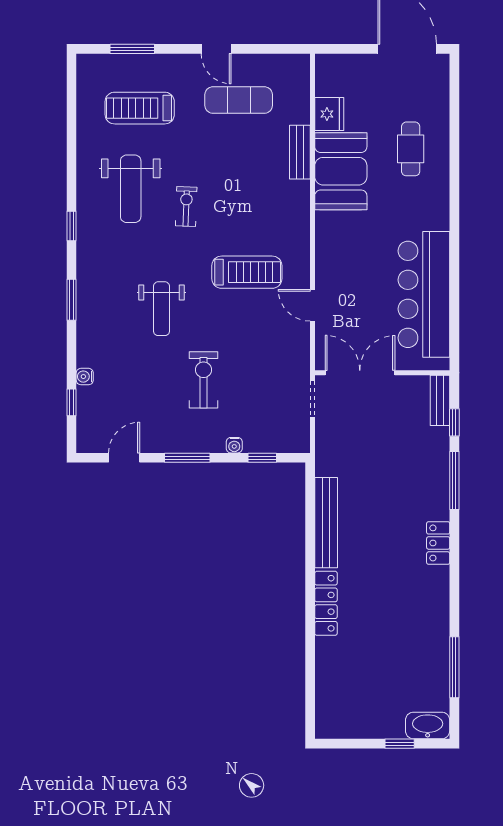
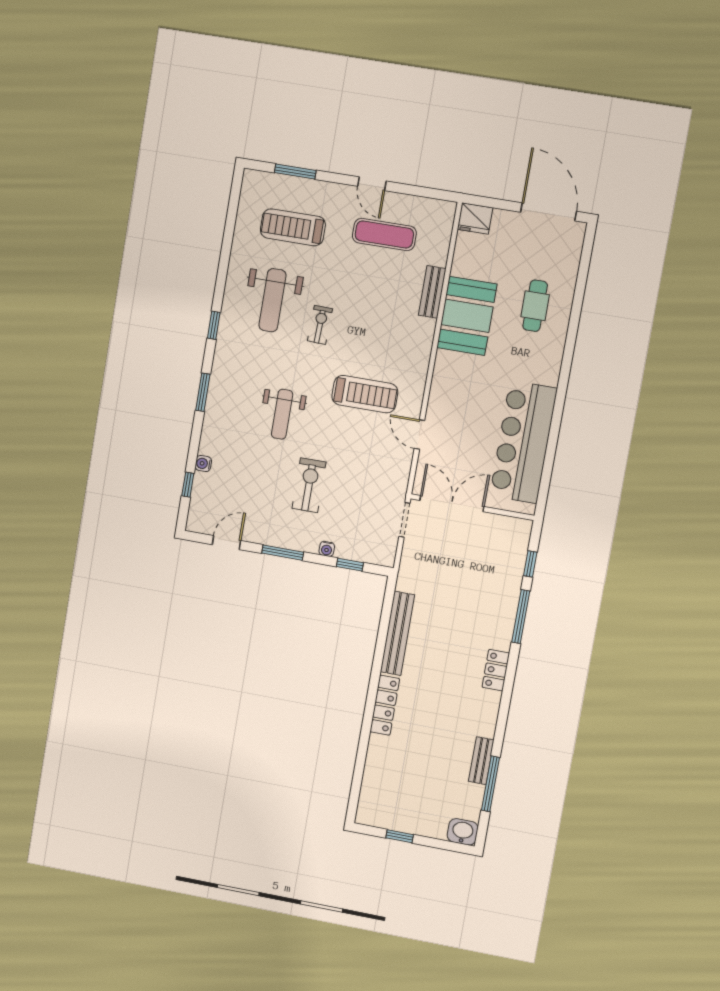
fridge: (329, 114) -> (475, 218), moved, turned 90
bench: (440, 400) -> (481, 761), moved
washbasin: (428, 726) -> (463, 832), width x0.72
window: (400, 744) -> (400, 836), moved

